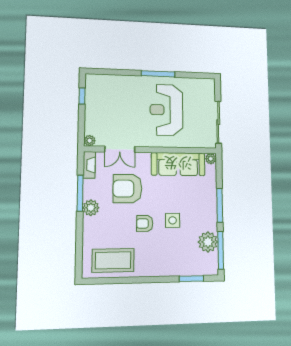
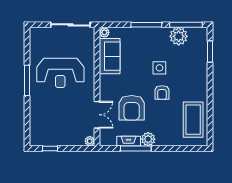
sofa: (178, 164) -> (110, 56), width x0.73
fireplace: (89, 165) -> (129, 141), moved

